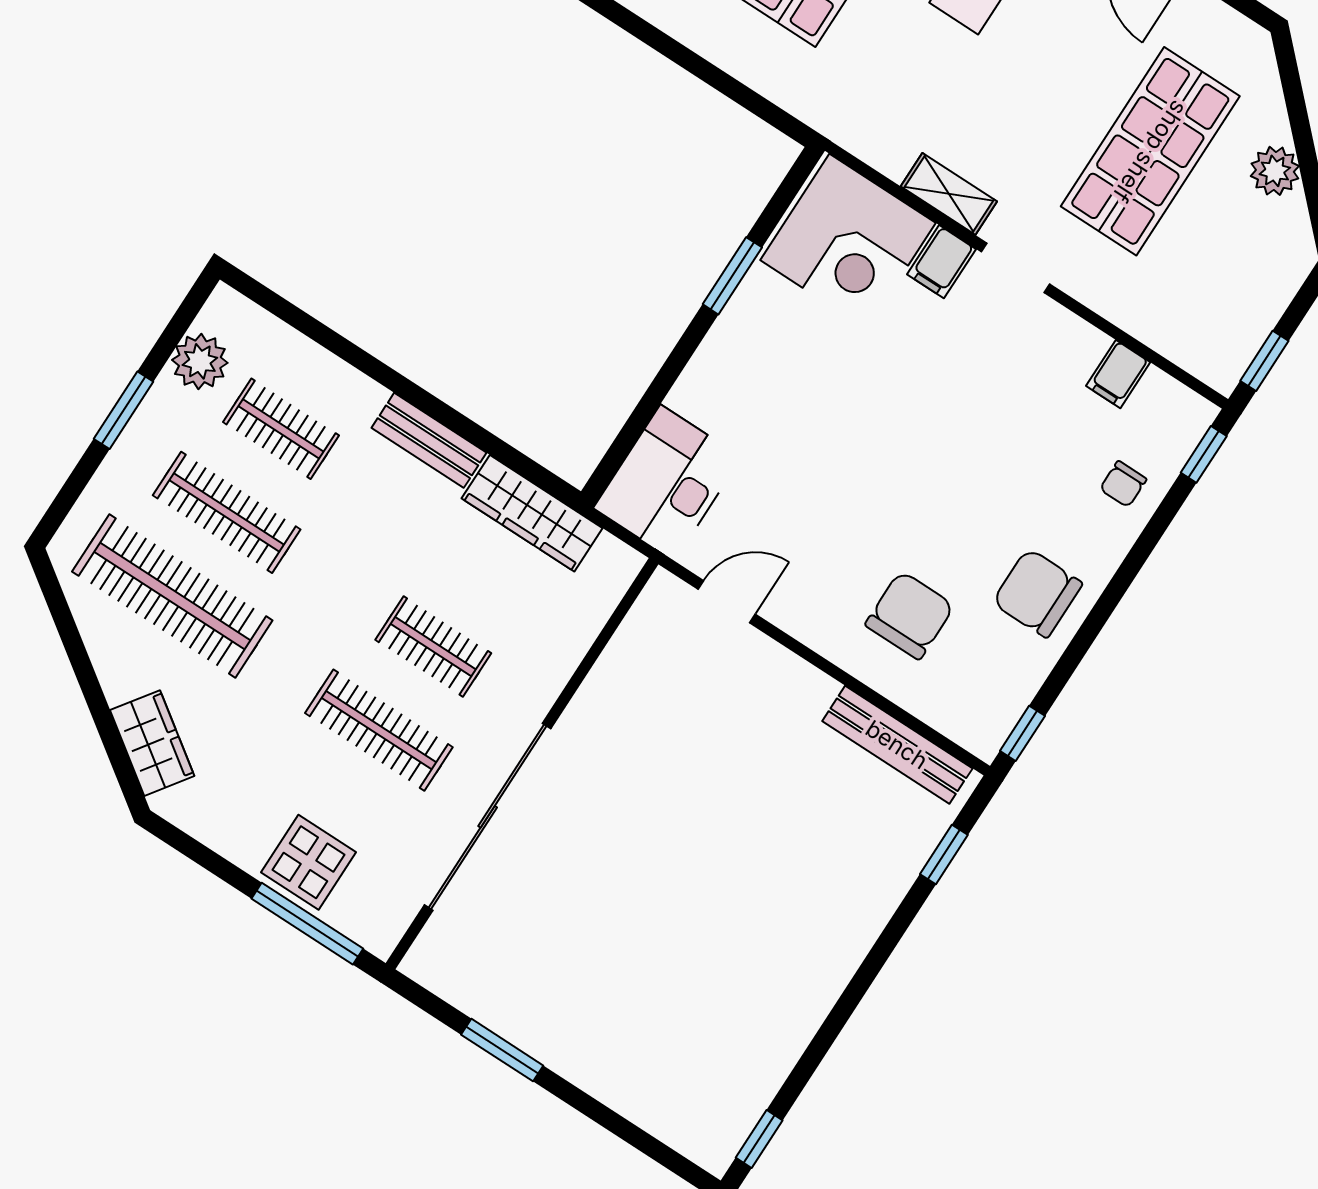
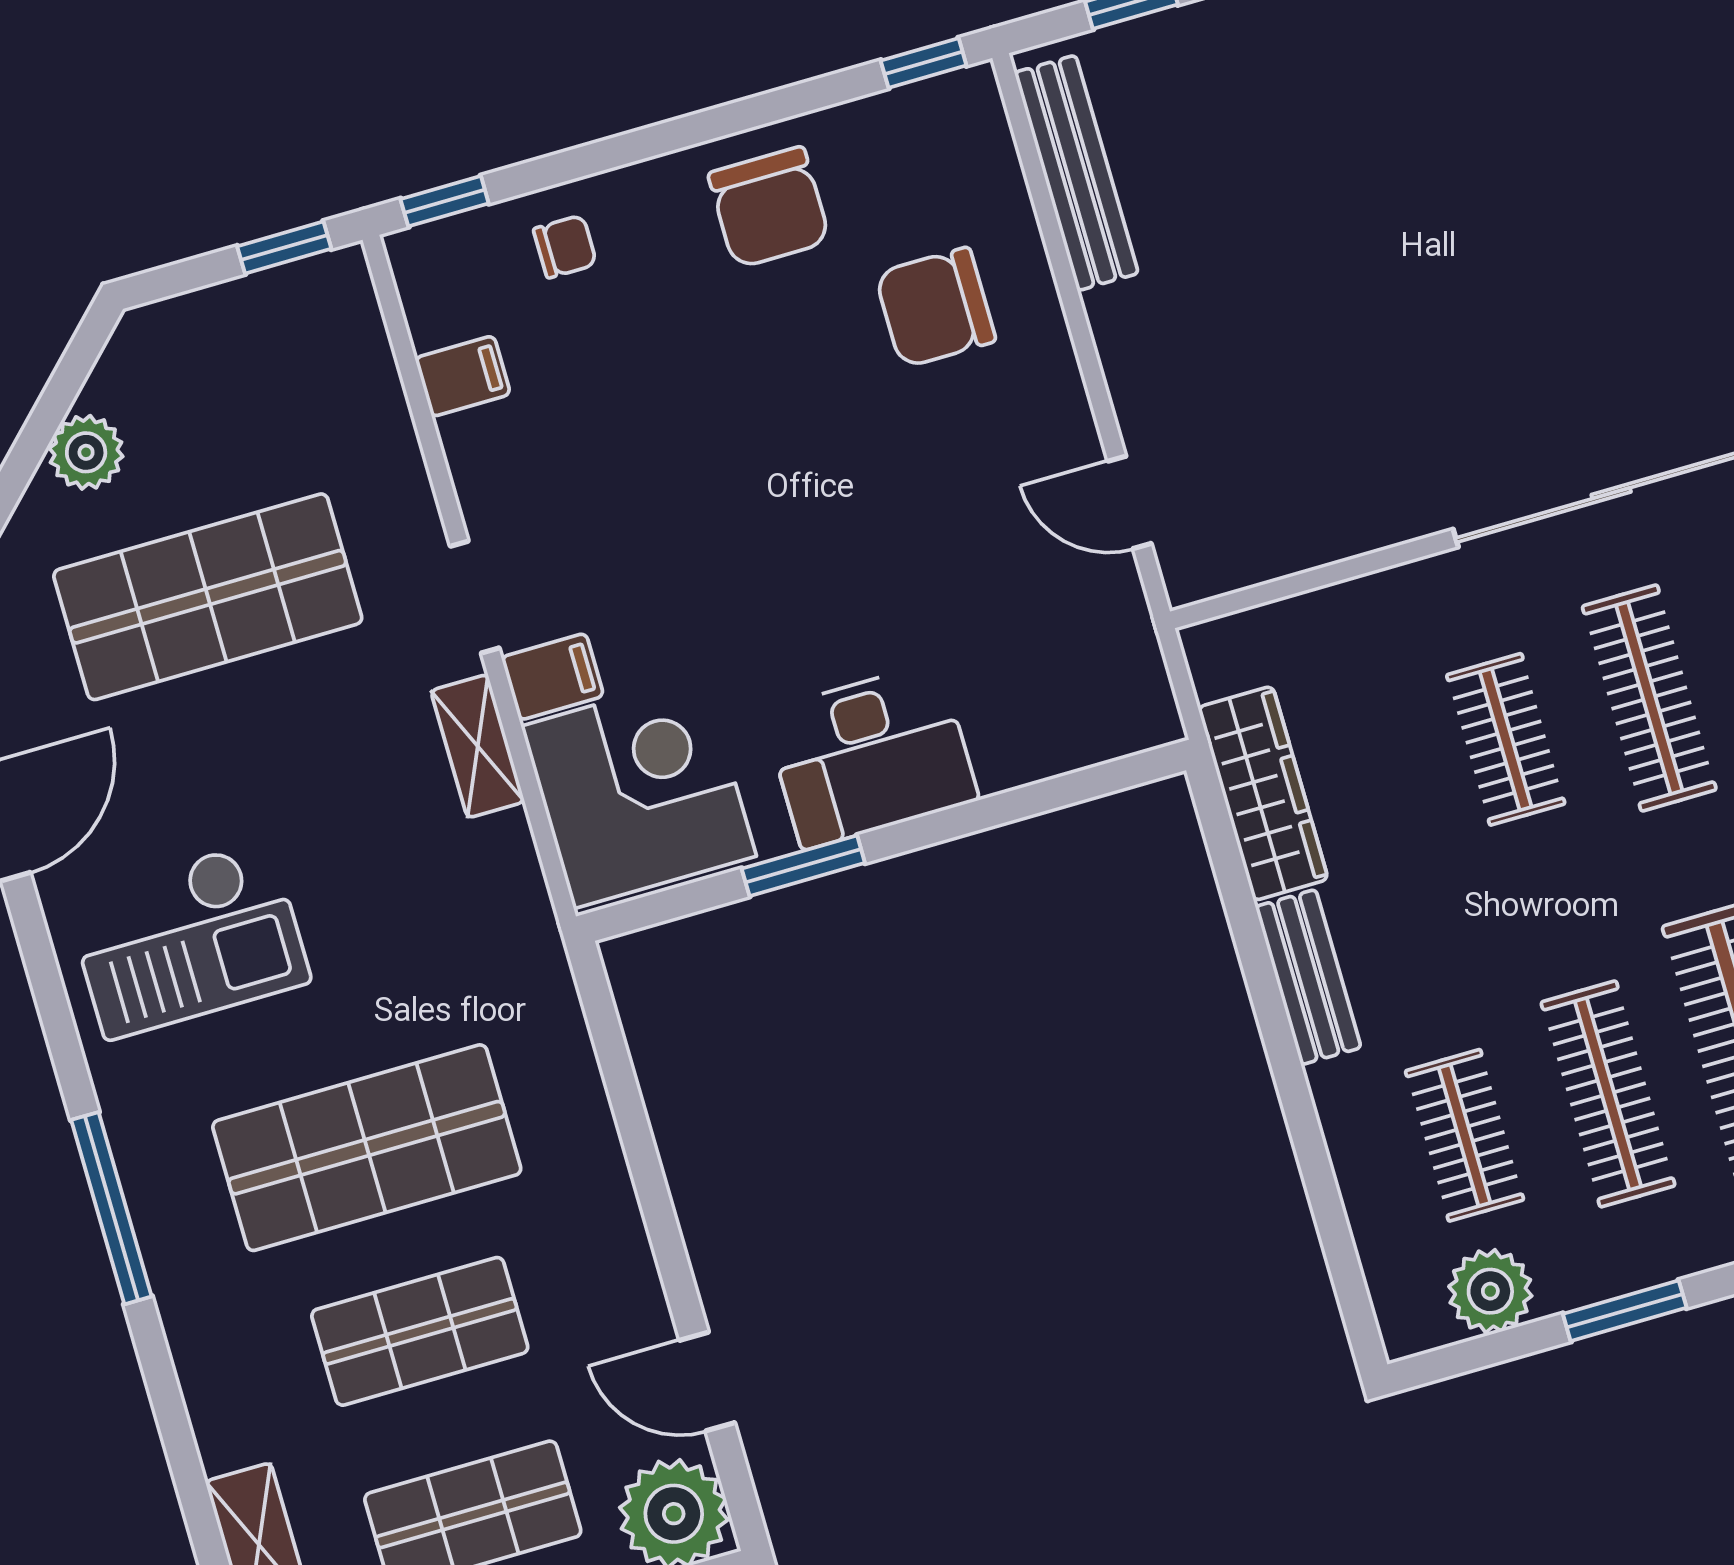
desk: (667, 483) -> (871, 756), moved

